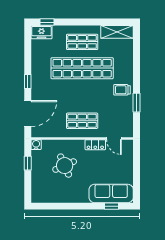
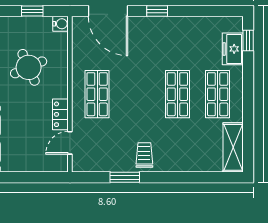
freezer: (41, 32) -> (233, 49), moved
shop shelf: (82, 68) -> (177, 94), width x0.50, depth x0.74

